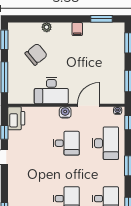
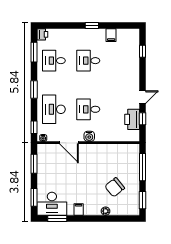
desk: (51, 91) -> (52, 204), moved, turned 180
door: (88, 105) -> (69, 143), hinge flipped
printer: (16, 118) -> (132, 119), moved

